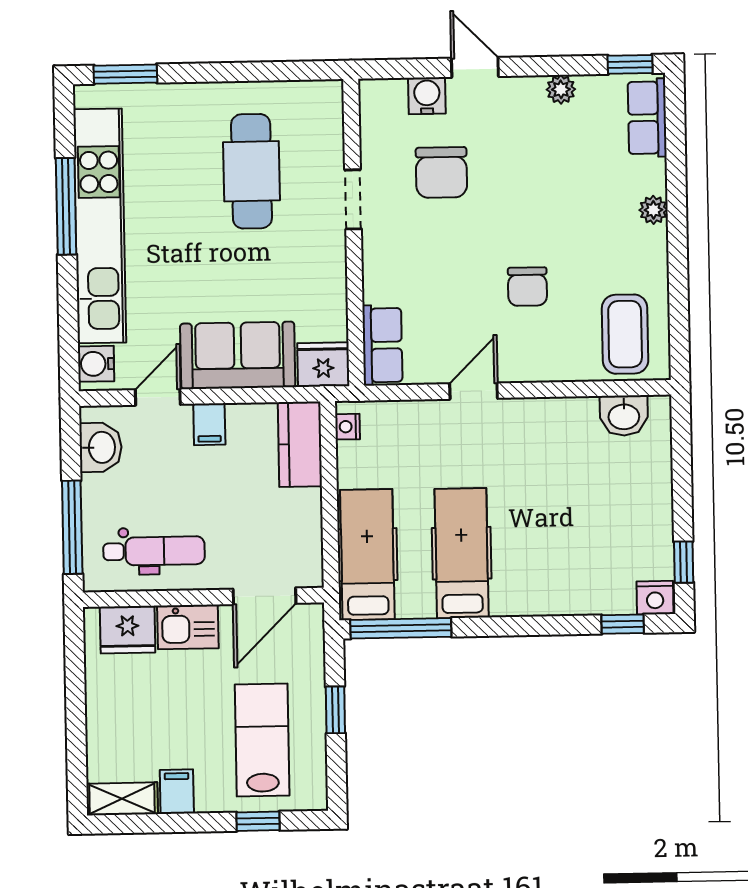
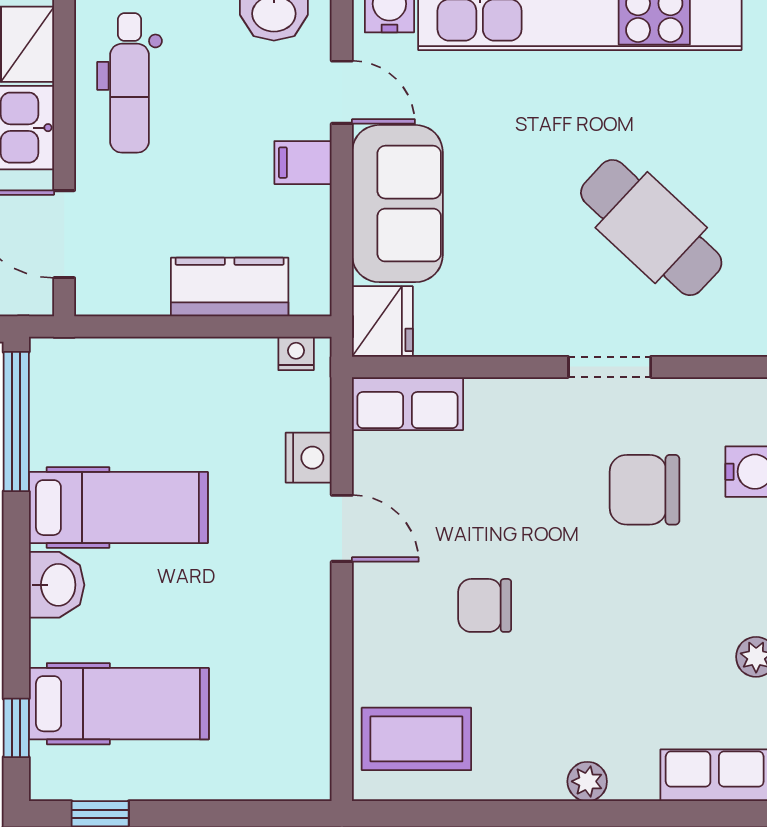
cafe table: (252, 171) -> (651, 228), turned 43
washbasin: (624, 416) -> (57, 585), moved, turned 180
kitchen counter: (300, 444) -> (230, 287), moved
hospital bed: (367, 555) -> (119, 704), moved
nightstand: (655, 598) -> (309, 458), moved, turned 180

